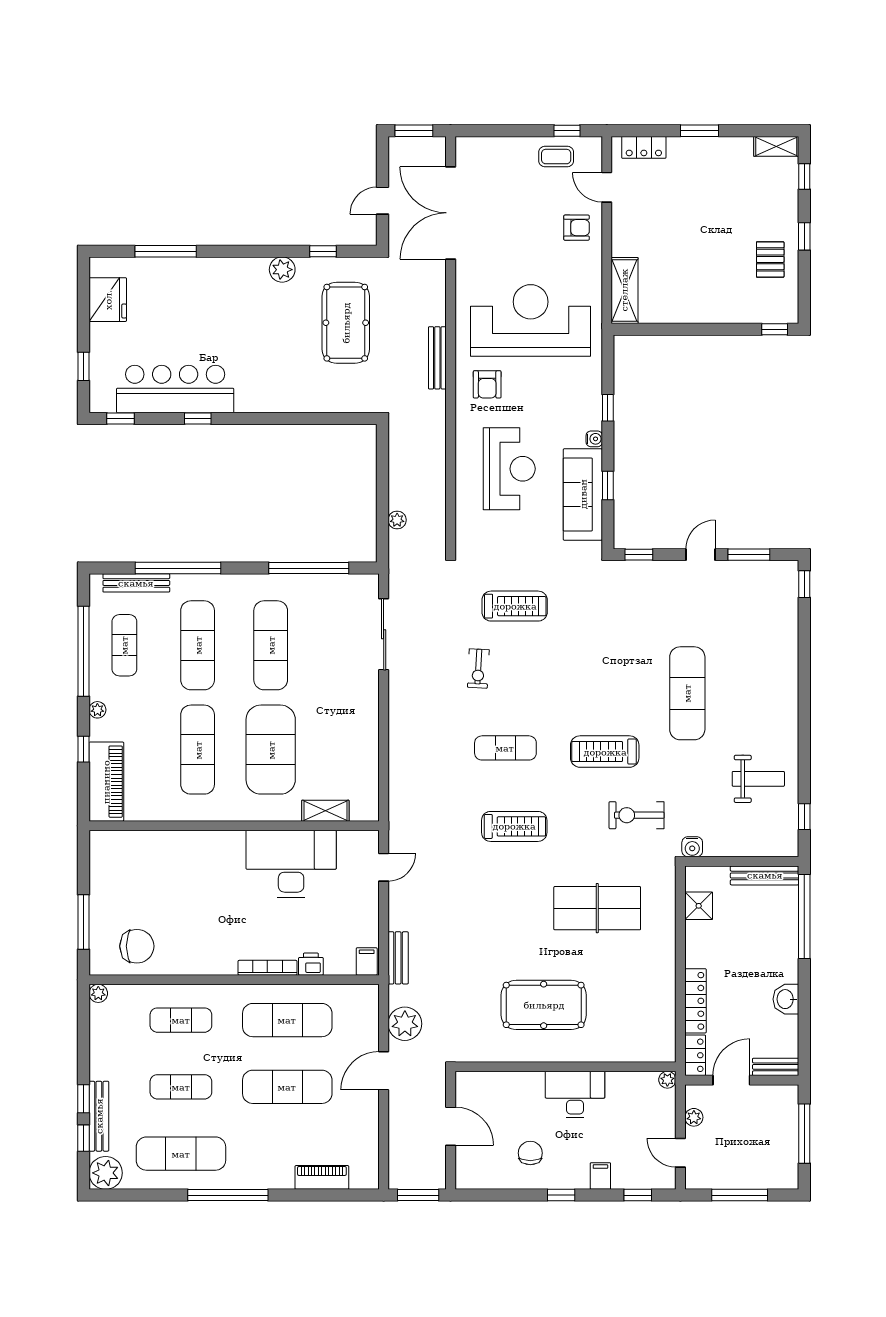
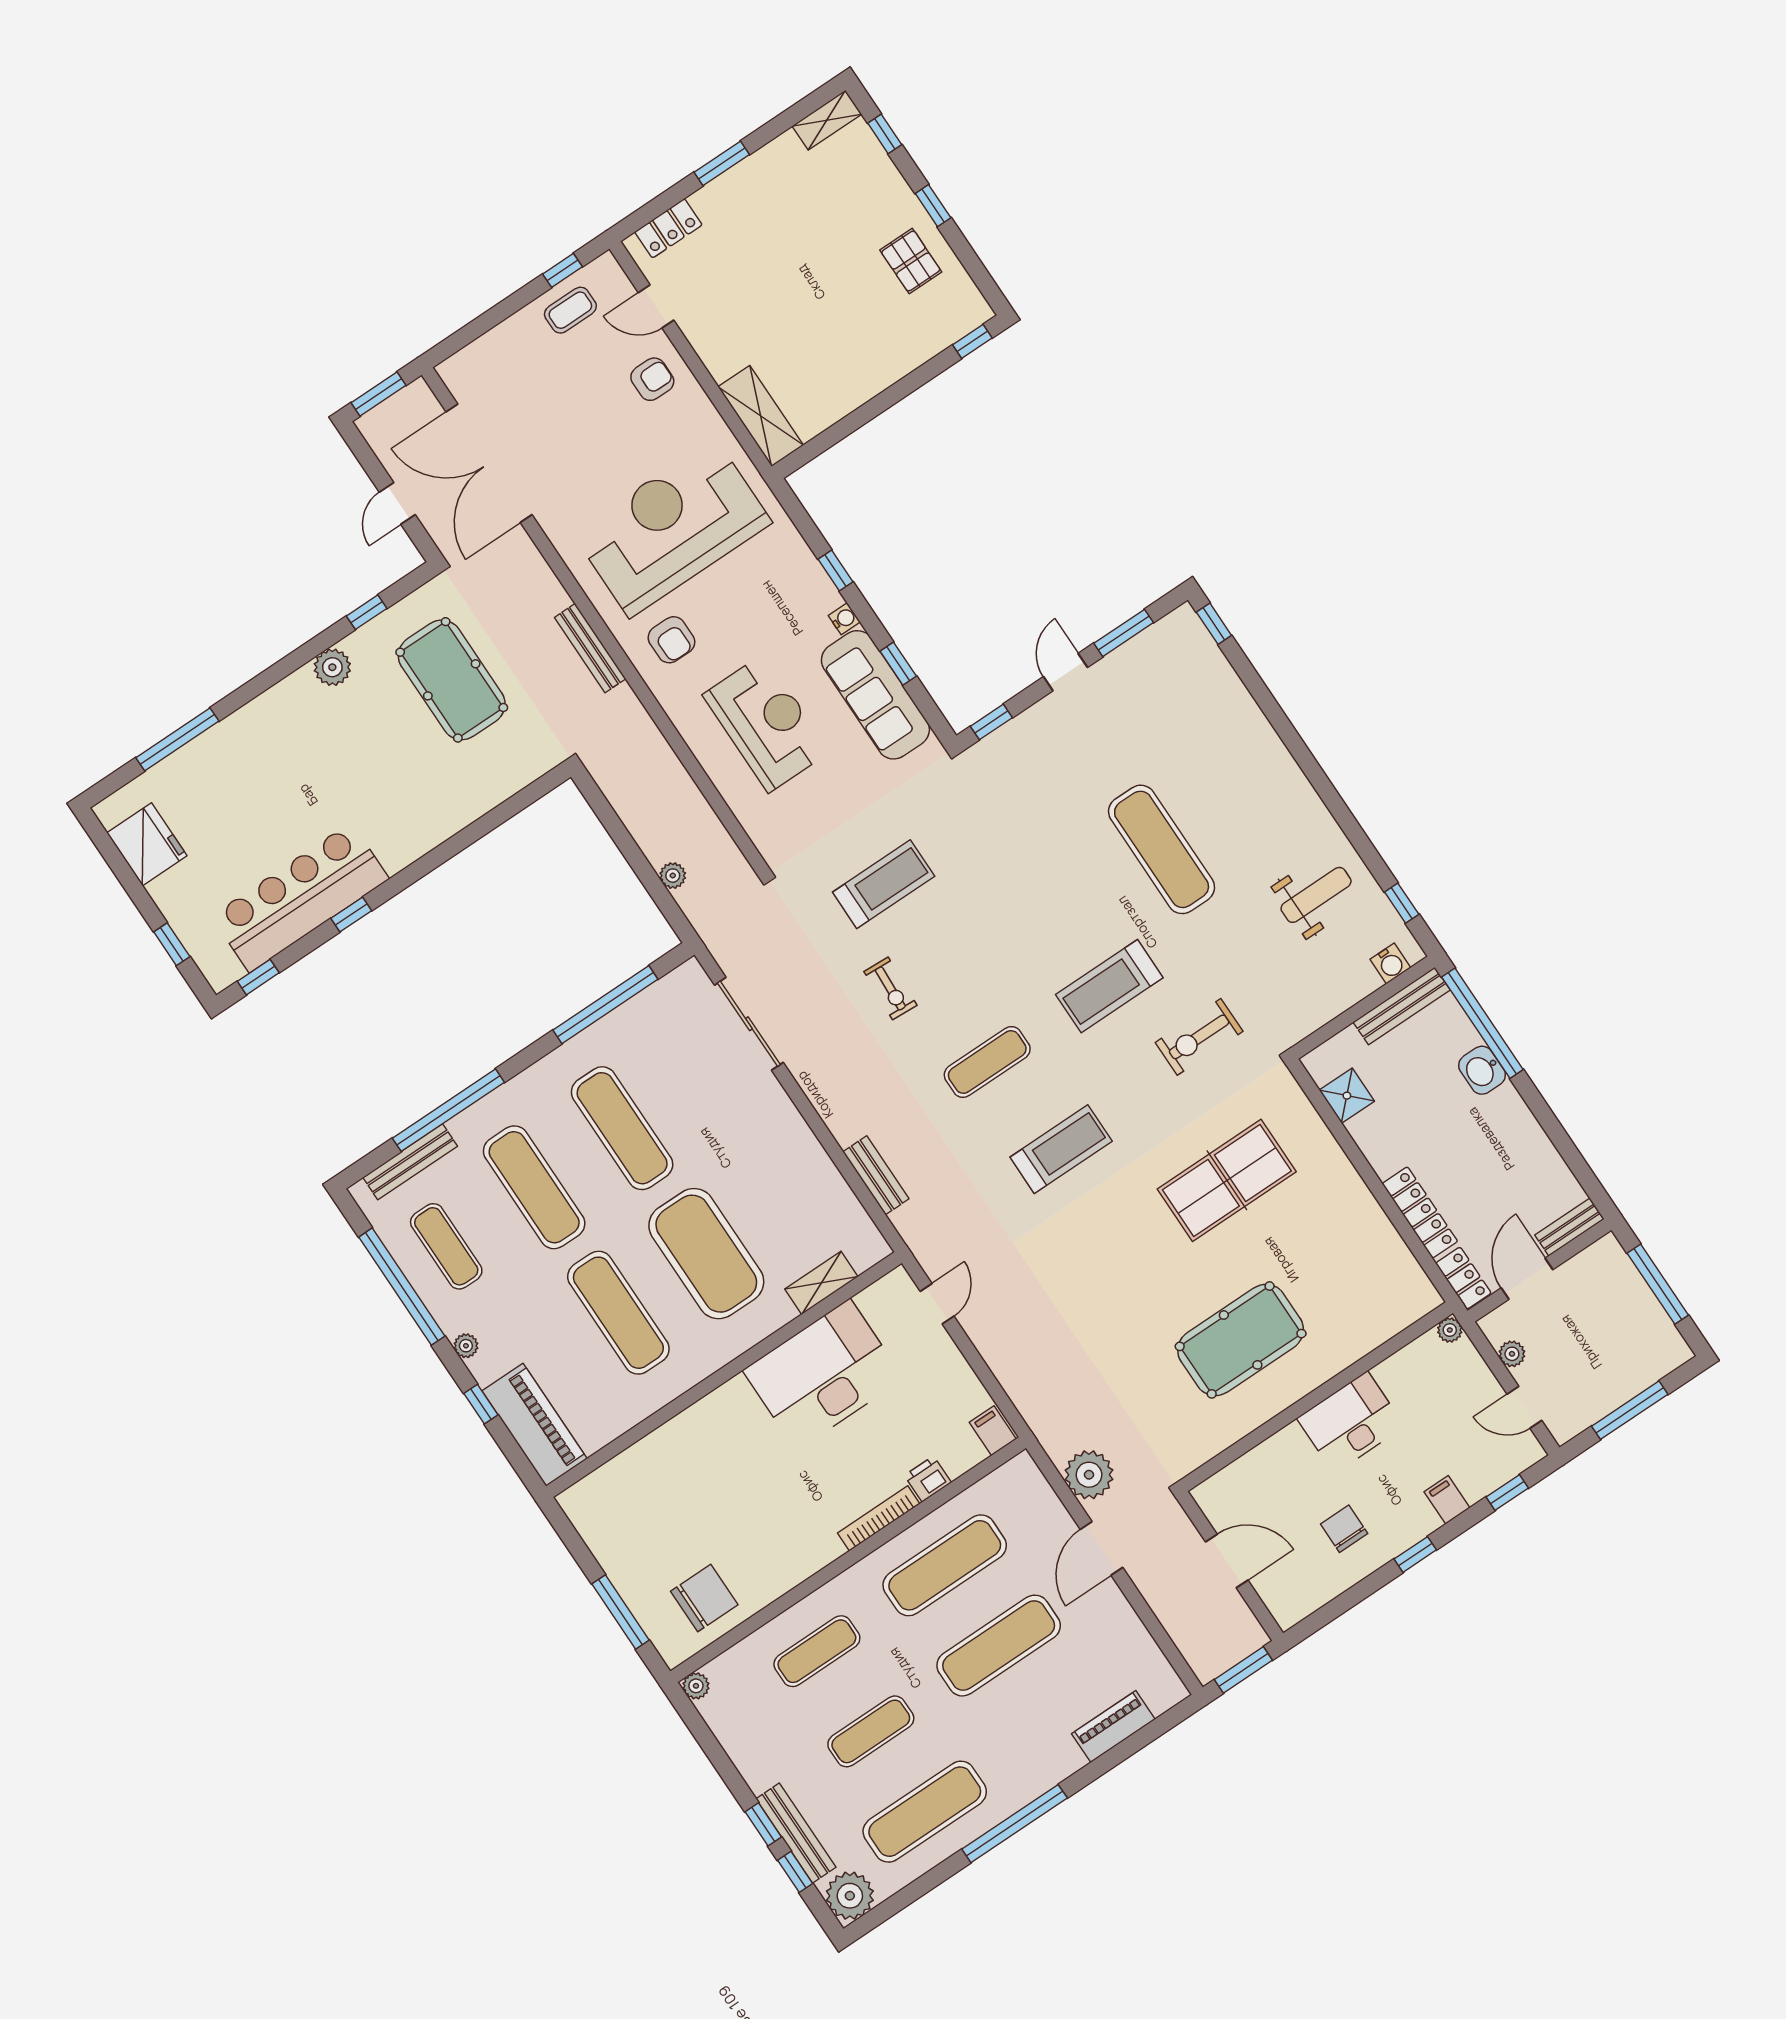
water cooler: (692, 847) -> (1390, 963), moved
bench: (398, 958) -> (876, 1175), moved
washbasin: (786, 999) -> (1482, 1070), moved

